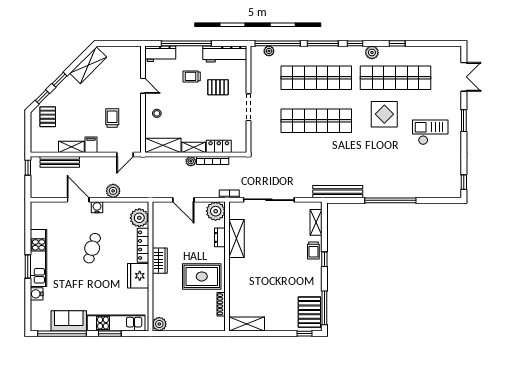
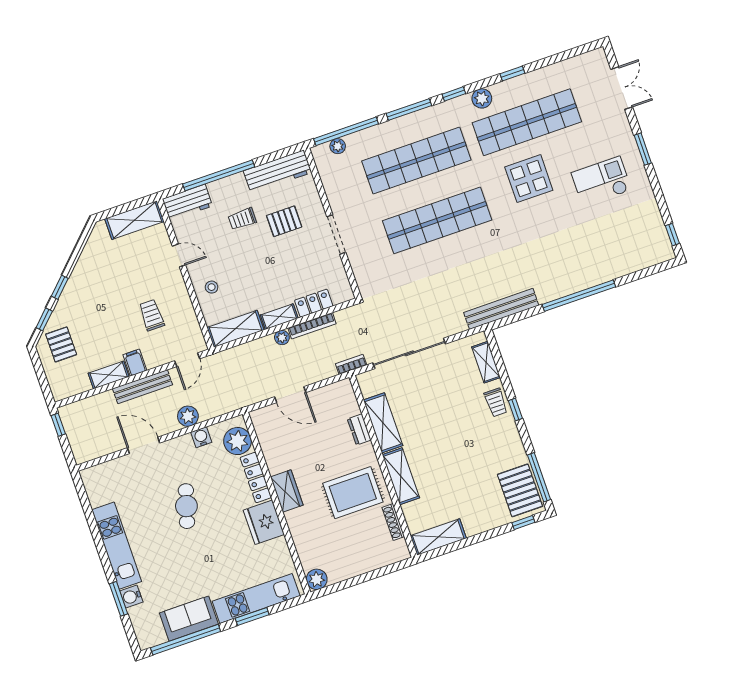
shelving: (88, 65) -> (134, 220), moved, turned 45
bench: (60, 162) -> (143, 387), moved
water cooler: (97, 207) -> (201, 437), moved
plant: (216, 211) -> (341, 395), removed
window: (28, 266) -> (118, 599), moved
shelving: (236, 277) -> (401, 476), added

